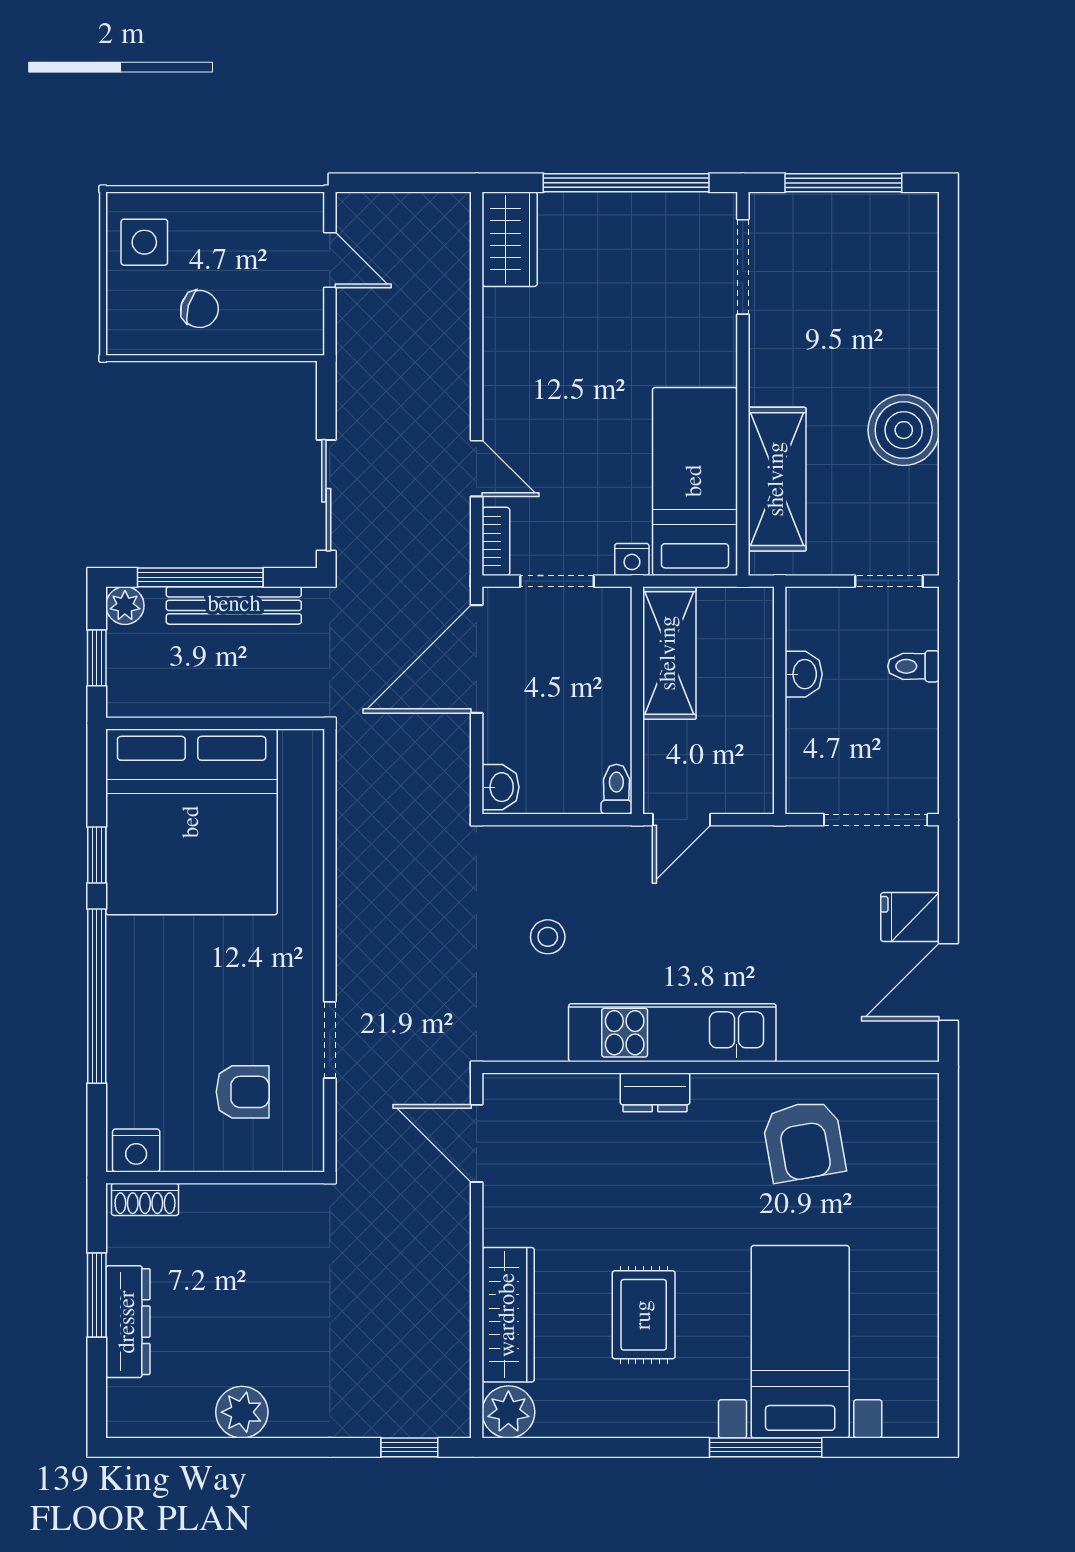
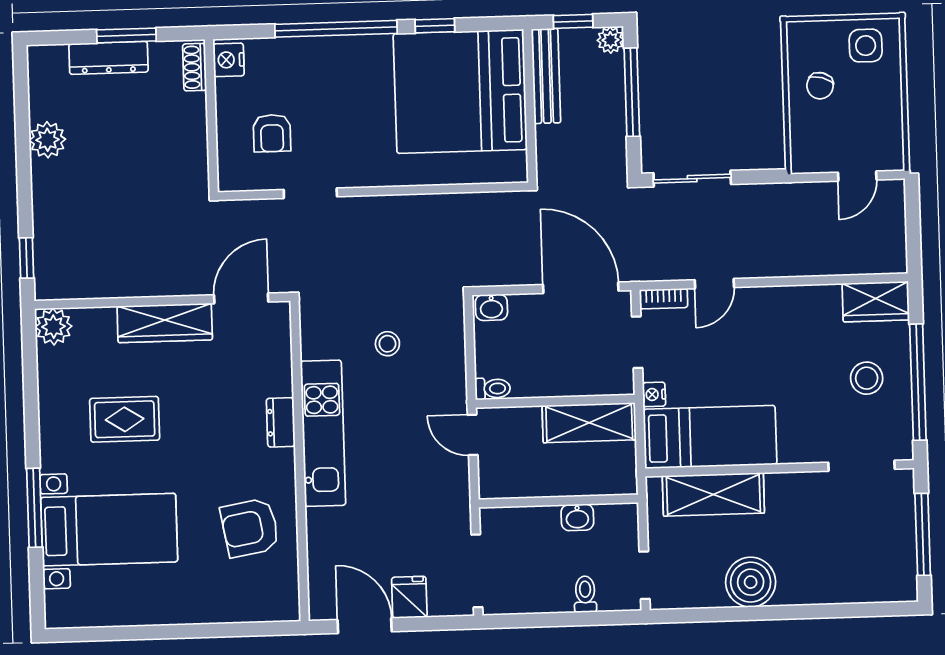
stool: (618, 256) -> (867, 378), added
bench: (234, 605) -> (546, 76), moved
wardrobe: (508, 1315) -> (165, 323), moved

